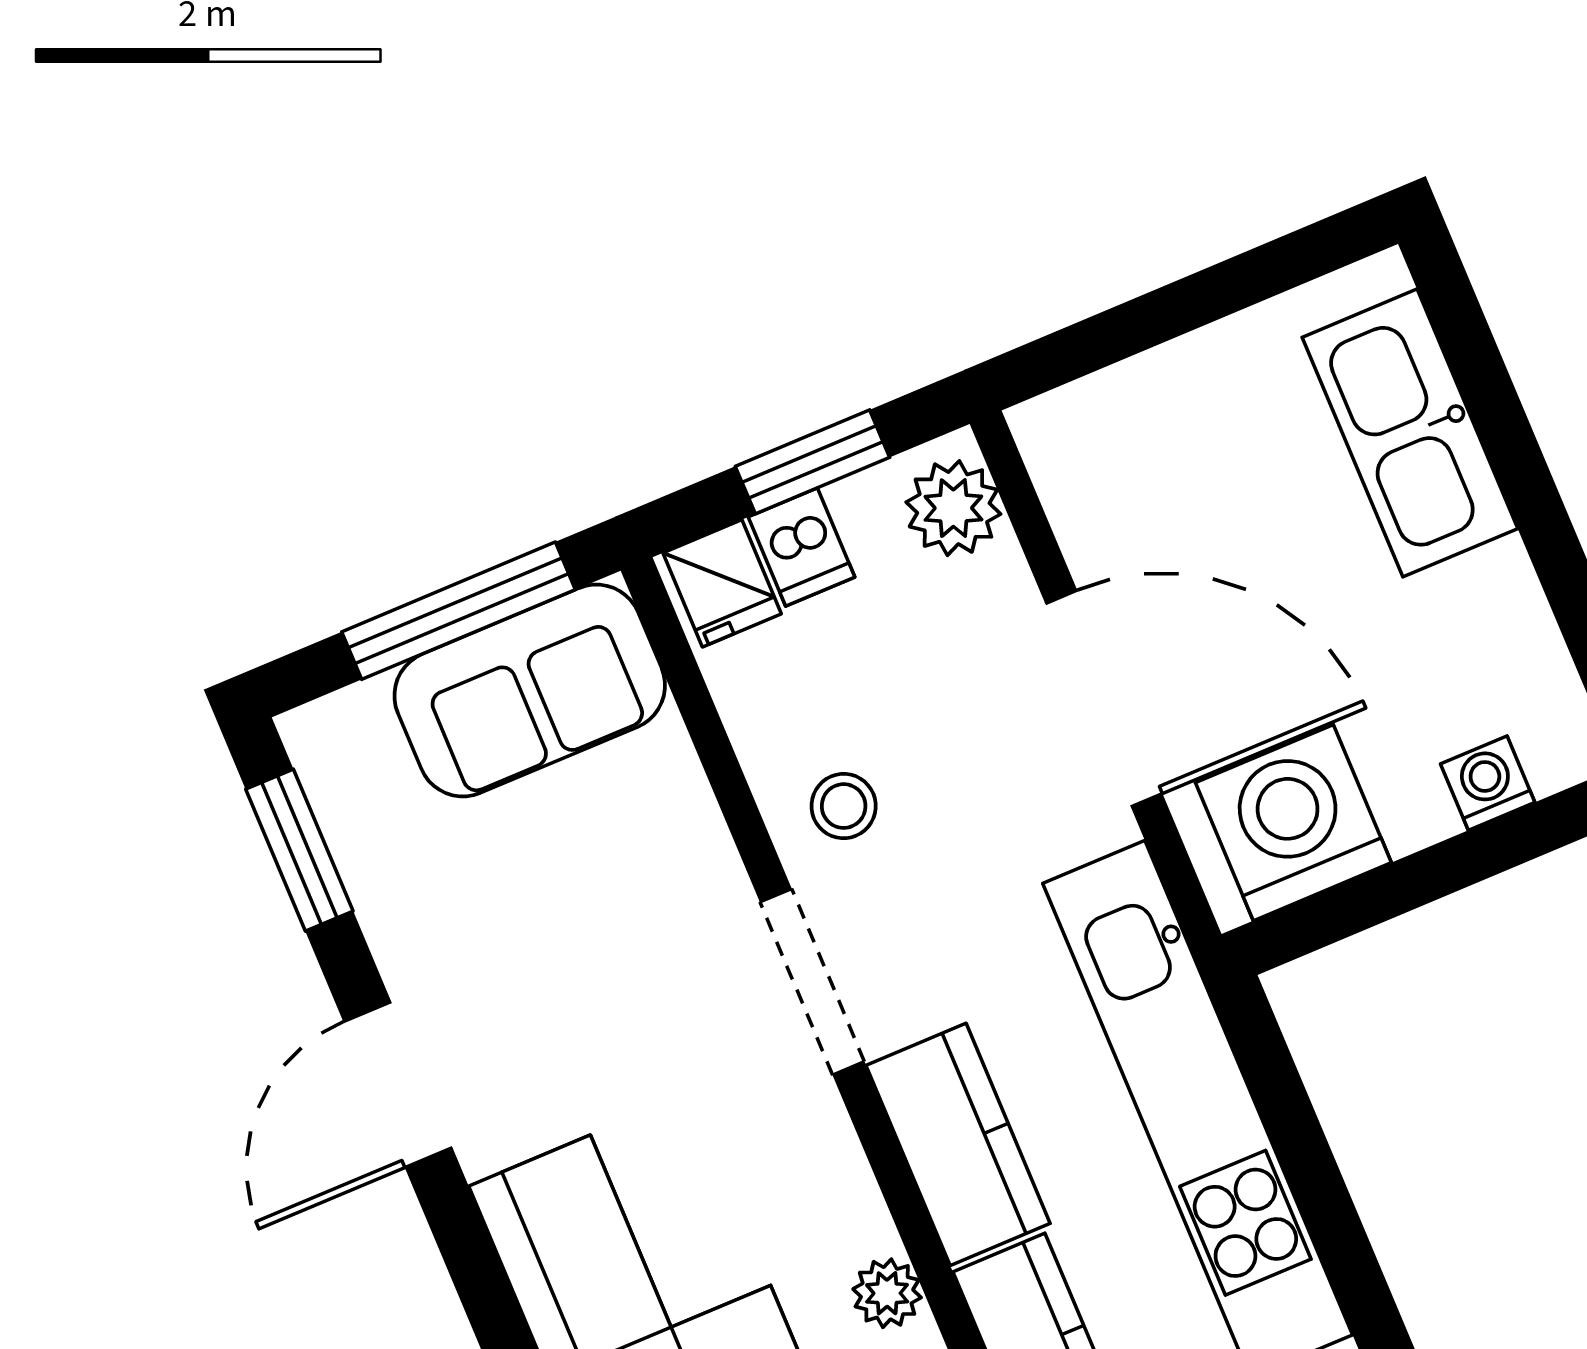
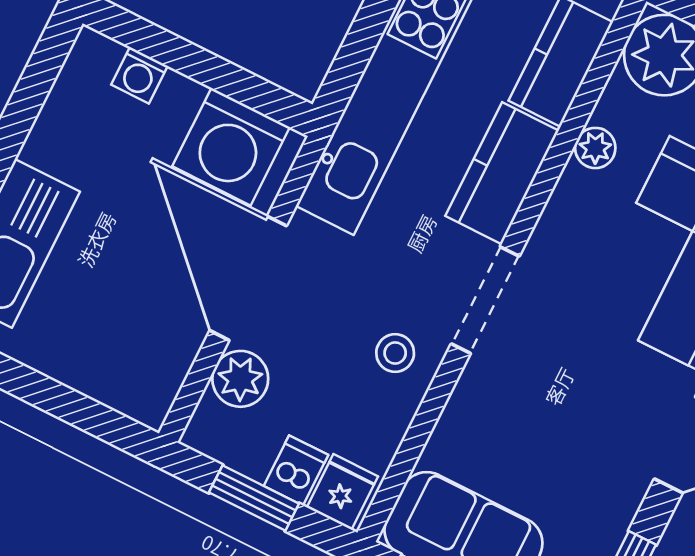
plant: (953, 508) -> (240, 379), moved

